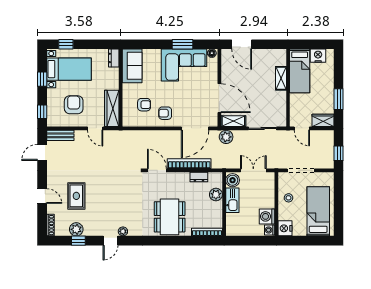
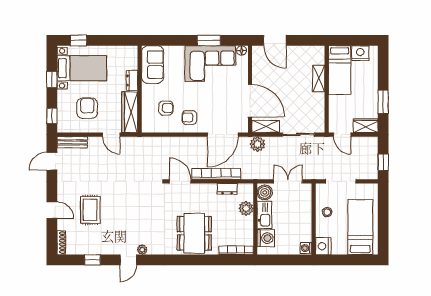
dresser: (114, 58) -> (132, 80), moved
washing machine: (267, 216) -> (266, 238), moved, turned 180
plant: (76, 229) -> (90, 247), removed

